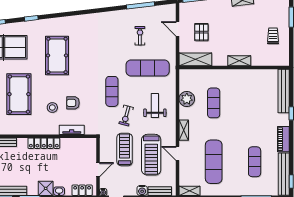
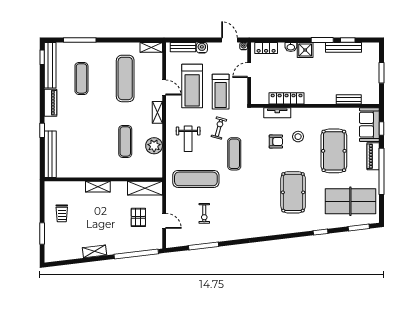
locker: (44, 143) -> (287, 98), moved
treadmill: (151, 155) -> (192, 86), turned 180

